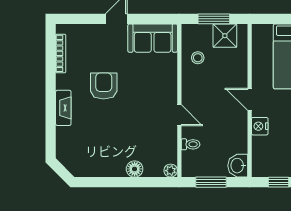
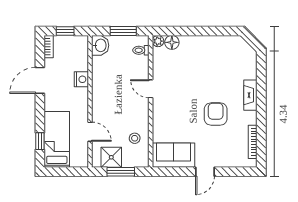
armchair: (104, 86) -> (216, 114), turned 180
door: (250, 99) -> (90, 132), moved
toilet: (191, 144) -> (141, 50), moved
floor lamp: (135, 169) -> (172, 42), moved

